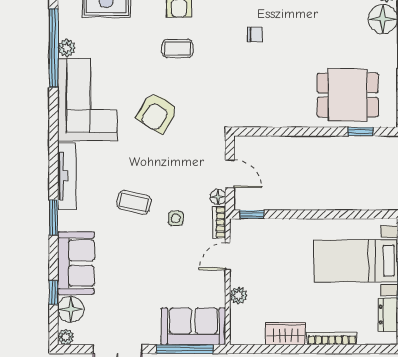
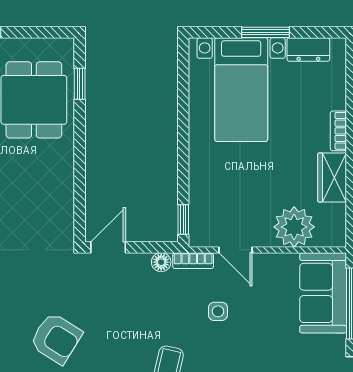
door: (230, 174) -> (108, 247), moved
side table: (176, 218) -> (218, 311), moved
plant: (238, 296) -> (294, 227), width x1.87, depth x1.87
bookcase: (332, 339) -> (338, 131), width x0.64

